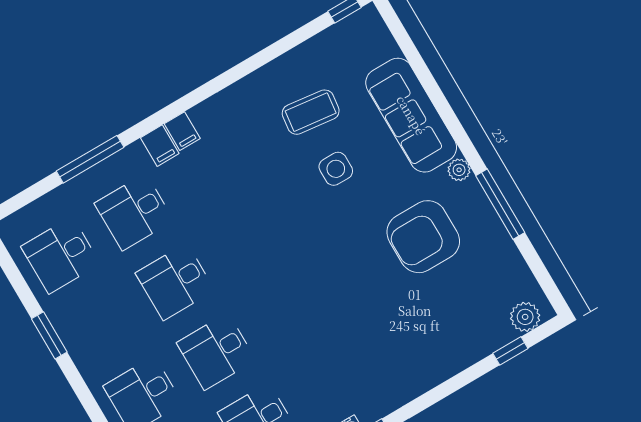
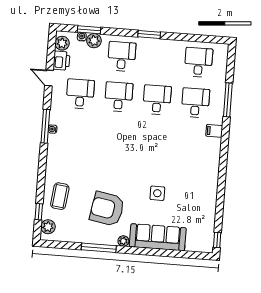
coffee table: (311, 112) -> (60, 196), moved
filing cabinet: (182, 131) -> (214, 144), removed
armchair: (423, 237) -> (107, 209), turned -80
window: (49, 335) -> (149, 34), moved

